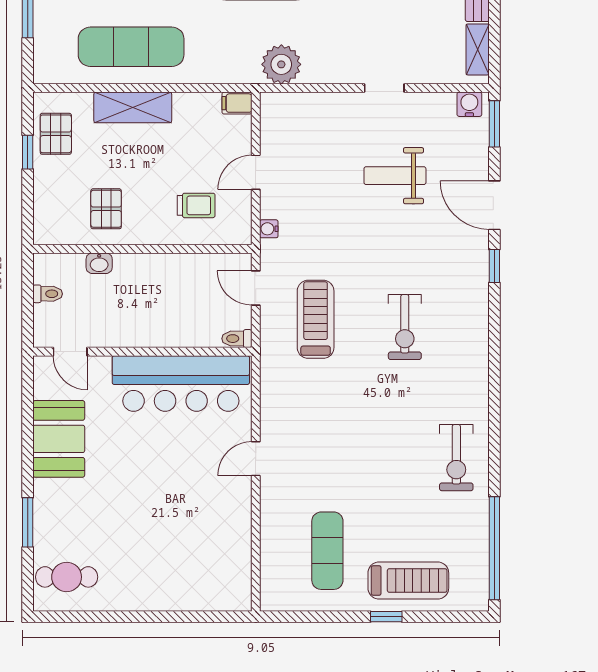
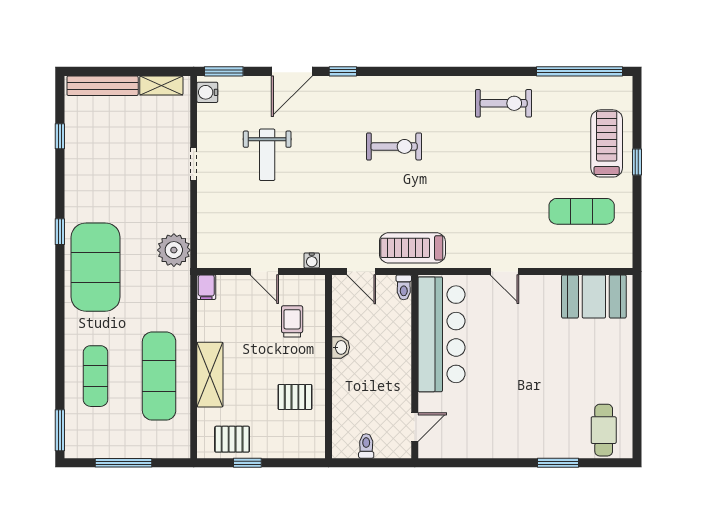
washbasin: (99, 263) -> (341, 347), moved
door: (256, 288) -> (361, 271), hinge flipped
treadmill: (316, 319) -> (412, 248), moved
booth: (59, 439) -> (594, 296), moved

